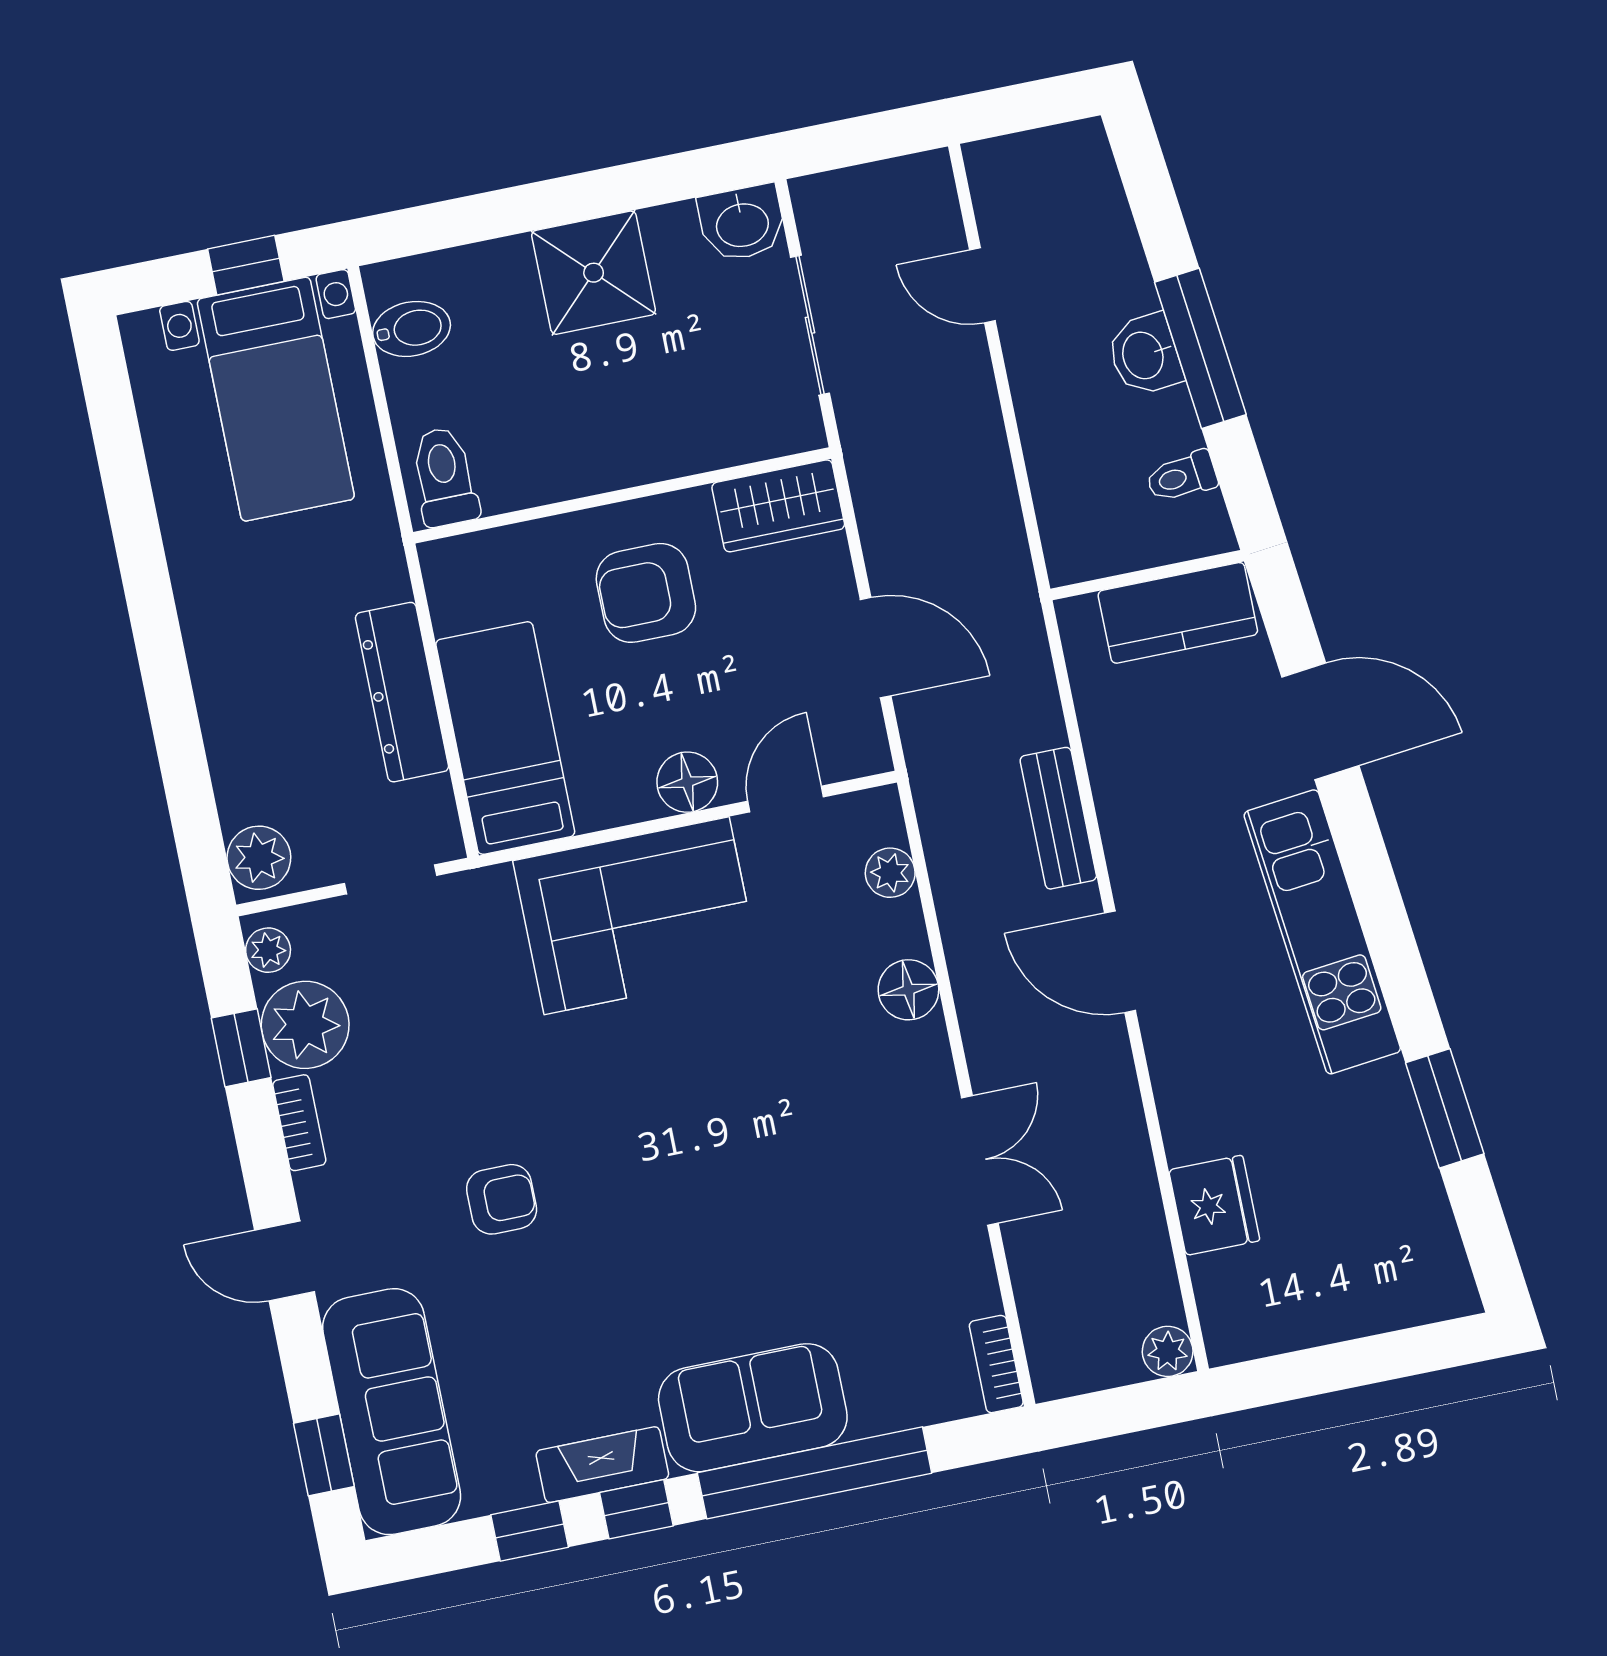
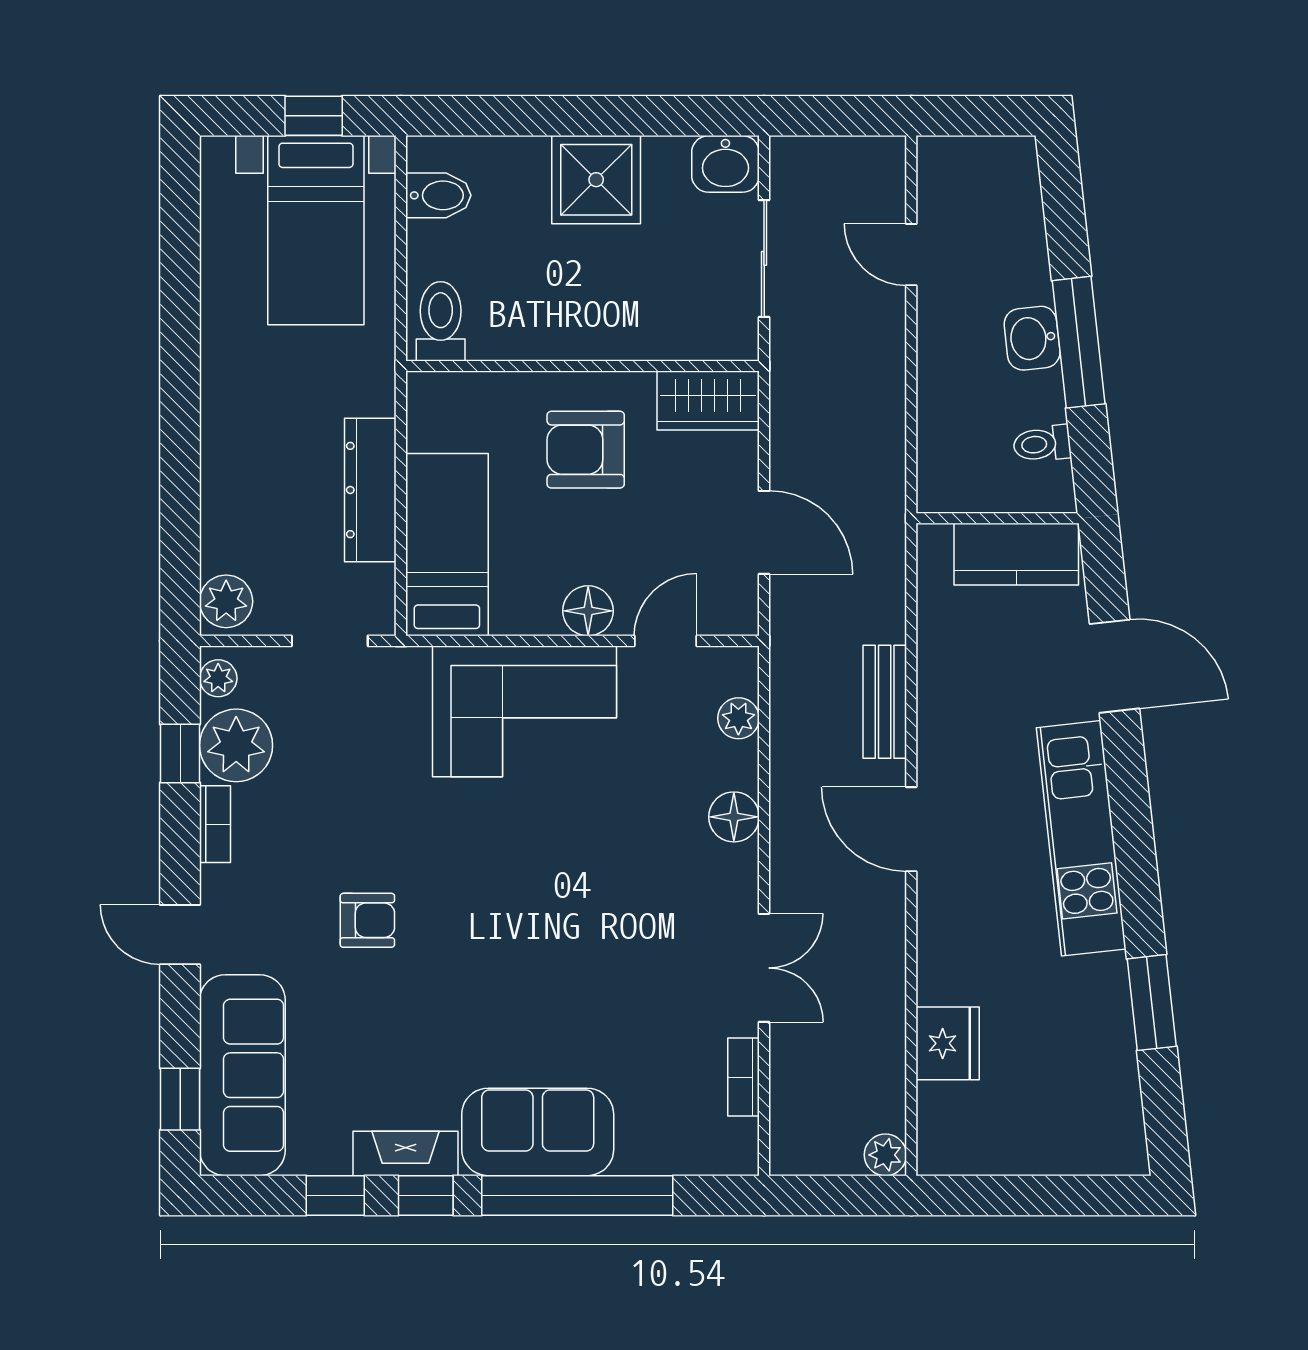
bookcase: (996, 1364) -> (743, 1077), moved

